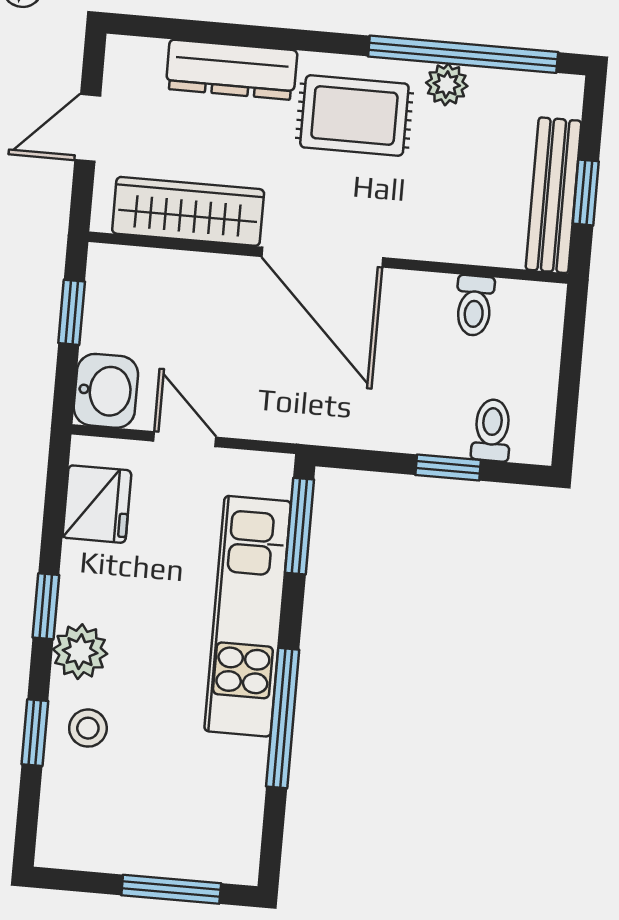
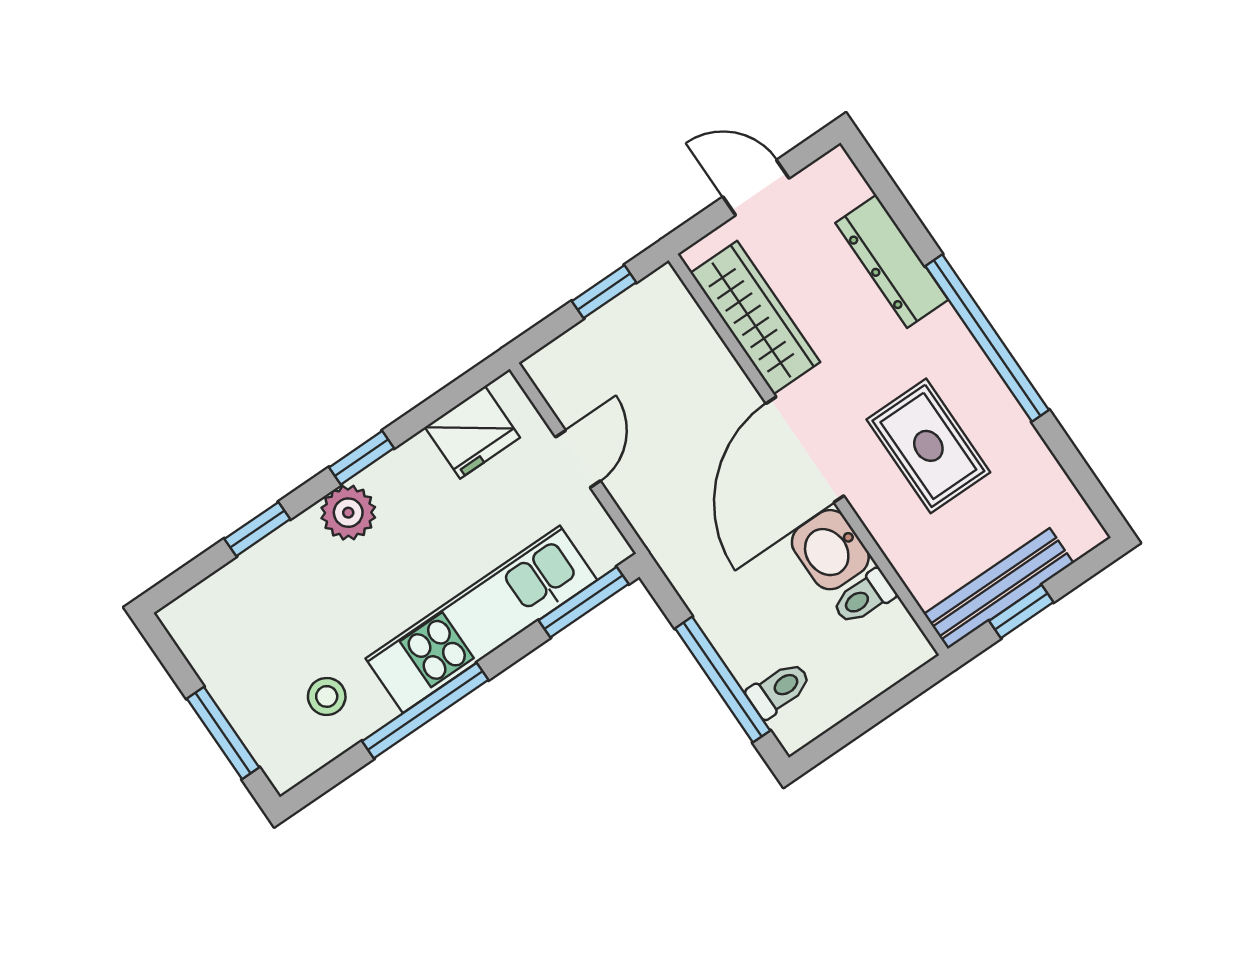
window: (463, 54) -> (987, 338), moved
plant: (447, 84) -> (1016, 436), removed
rug: (354, 115) -> (928, 446), moved
washbasin: (106, 391) -> (830, 550), moved, turned 90
window: (448, 467) -> (723, 680), width x2.17
stool: (88, 728) -> (327, 696), moved

